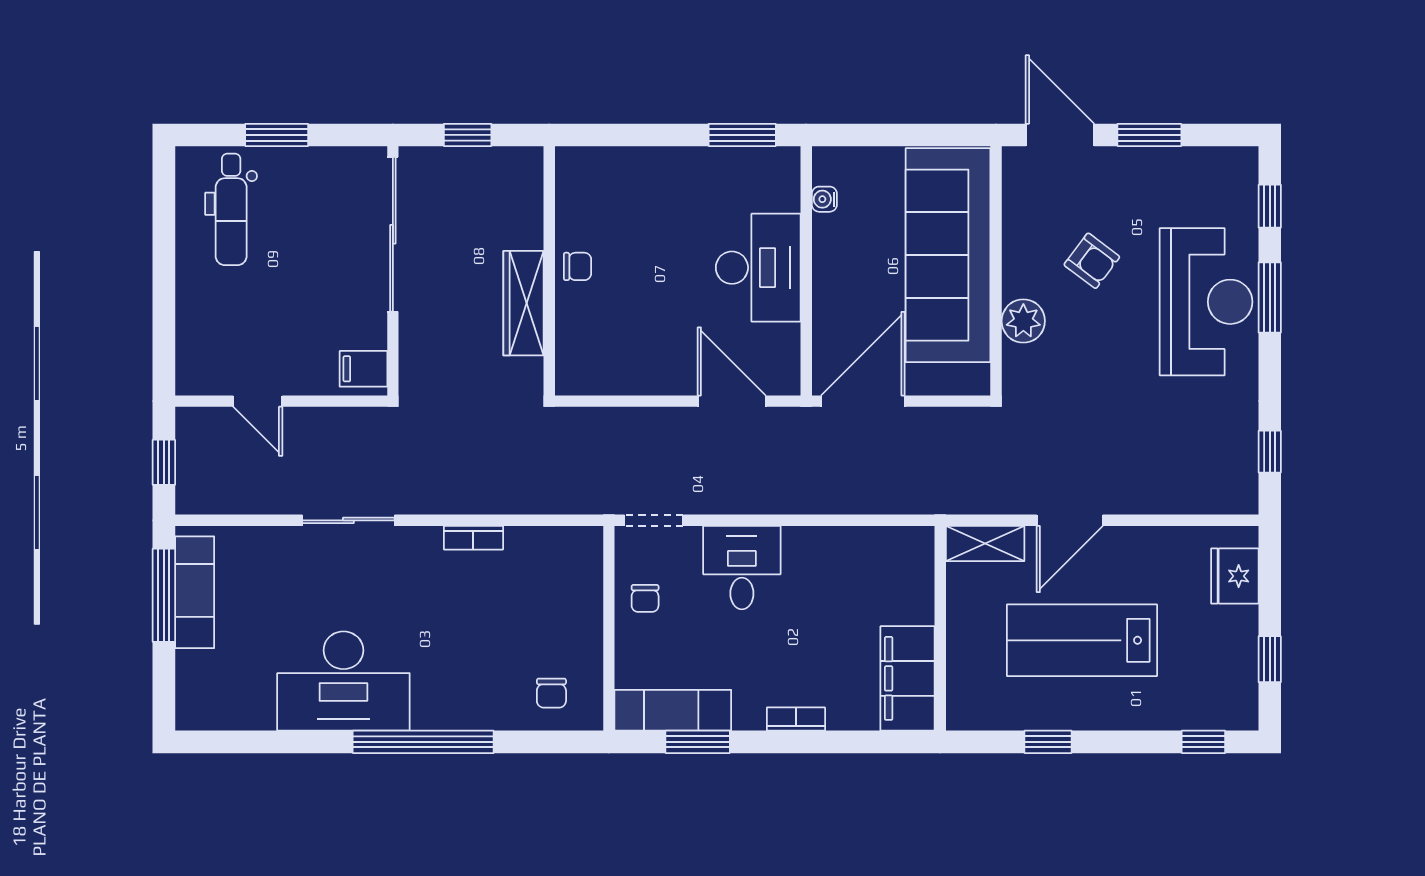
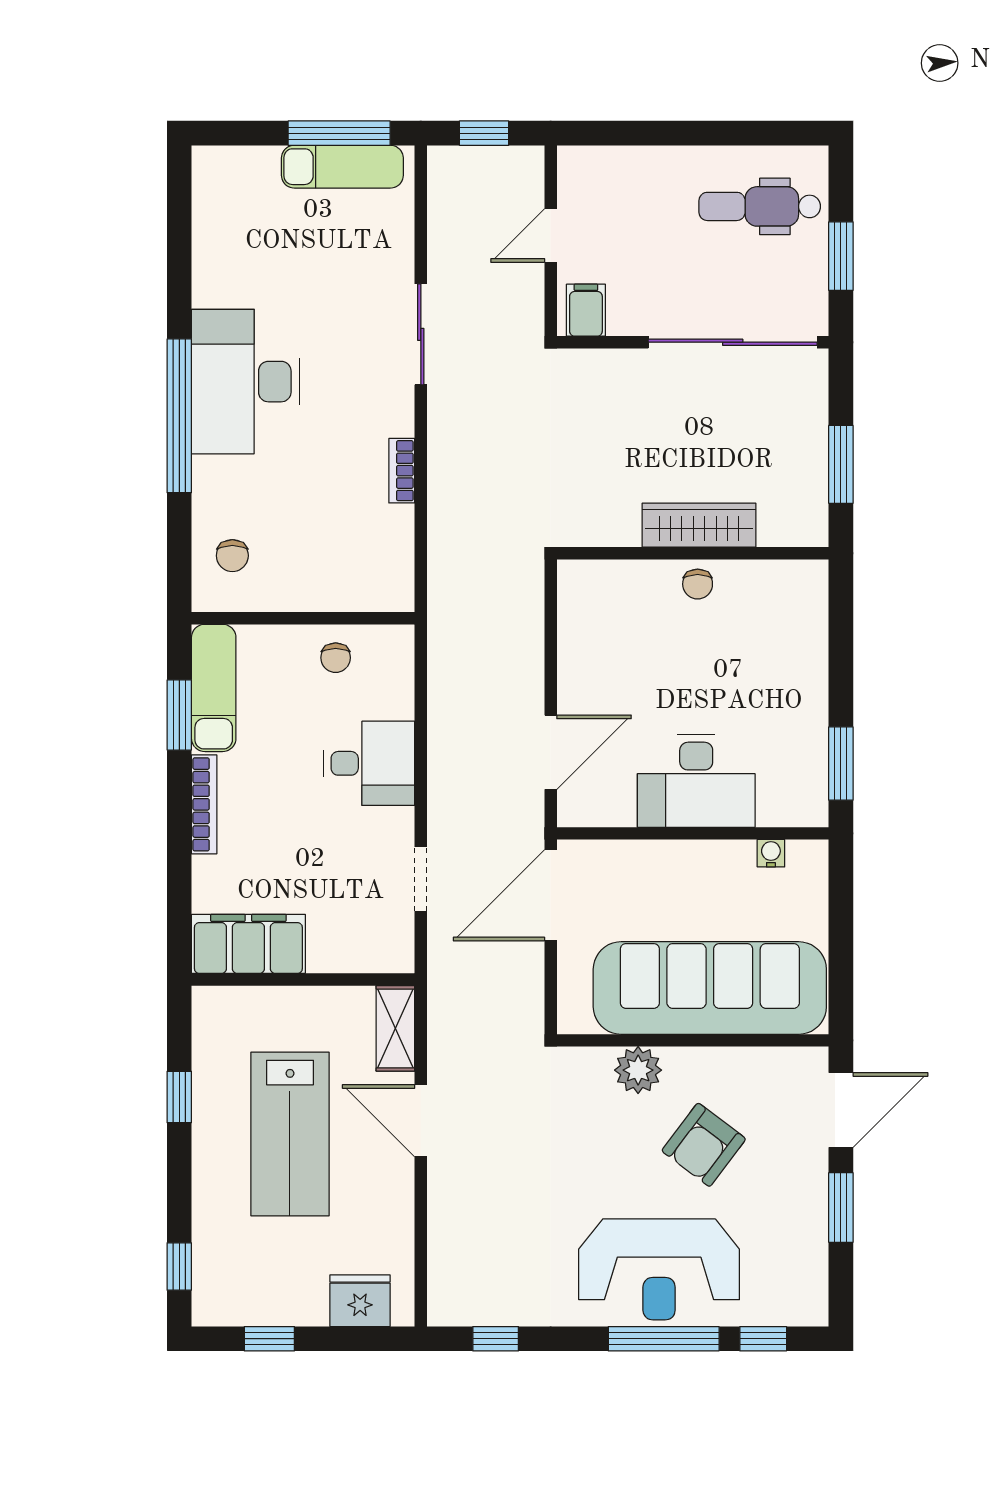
window: (468, 135) -> (841, 464), width x1.50
sliding door: (393, 234) -> (733, 342), moved
armchair: (1092, 261) -> (704, 1145), width x1.38, depth x1.38
wall: (393, 271) -> (693, 342), moved
window: (1270, 297) -> (664, 1339), width x1.44
wardrobe: (523, 303) -> (699, 525), moved
filing cabinet: (363, 369) -> (586, 310), moved
door: (863, 401) -> (551, 895), swing flipped
doorway: (654, 520) -> (421, 879), moved
chair: (645, 598) -> (336, 658), turned -90
lab bench: (1082, 640) -> (290, 1134), turned 180
desk: (343, 681) -> (246, 382), moved
chair: (551, 693) -> (232, 556), turned -90
bookcase: (796, 719) -> (204, 804), width x1.56

